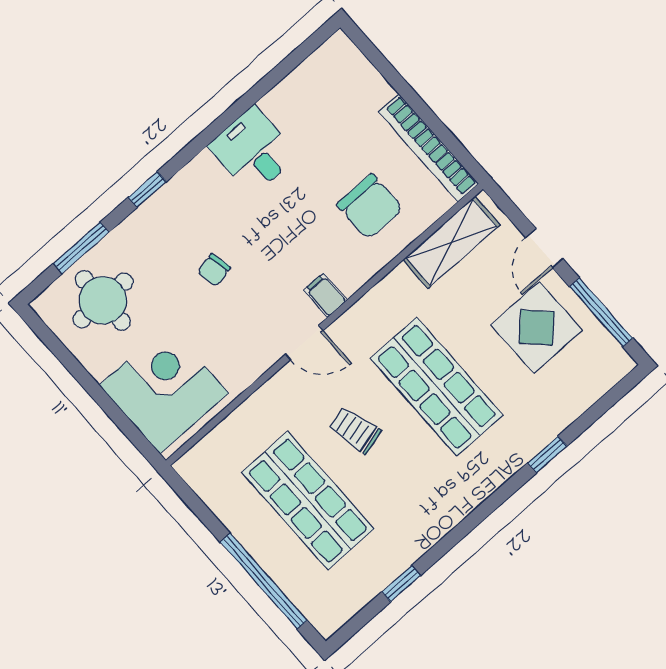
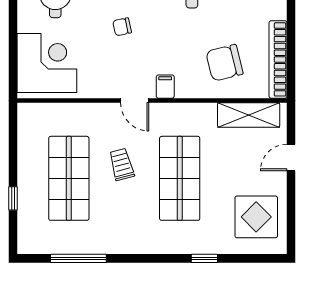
chair: (370, 207) -> (224, 63), turned 76
window: (601, 312) -> (291, 213), removed
display table: (537, 327) -> (256, 217), moved
window: (264, 581) -> (13, 198), width x0.32
window: (401, 584) -> (78, 258), width x2.17

